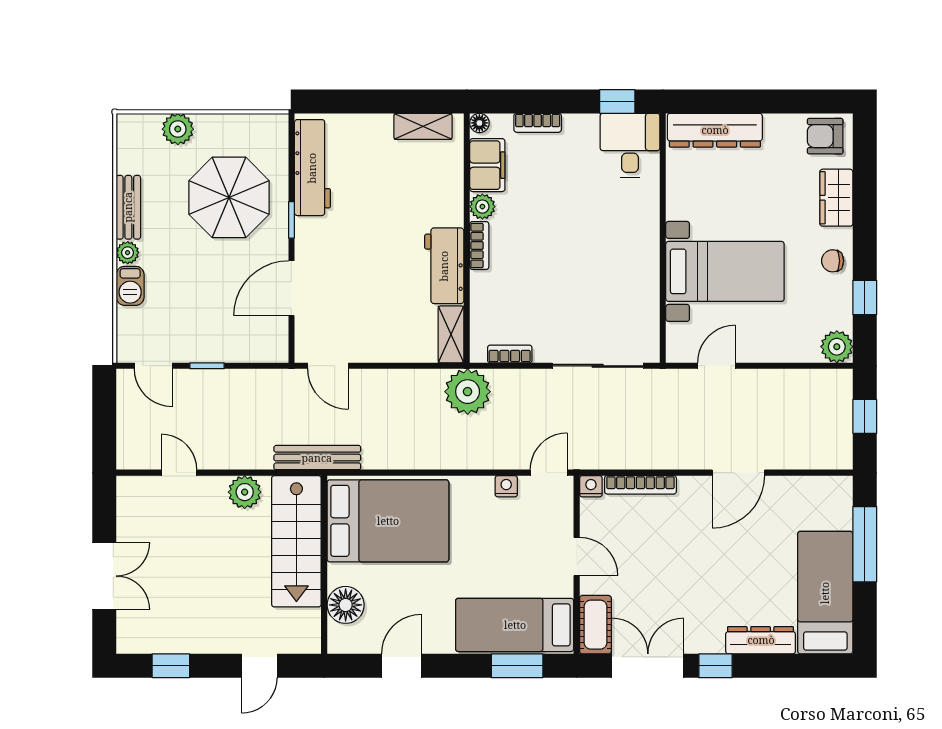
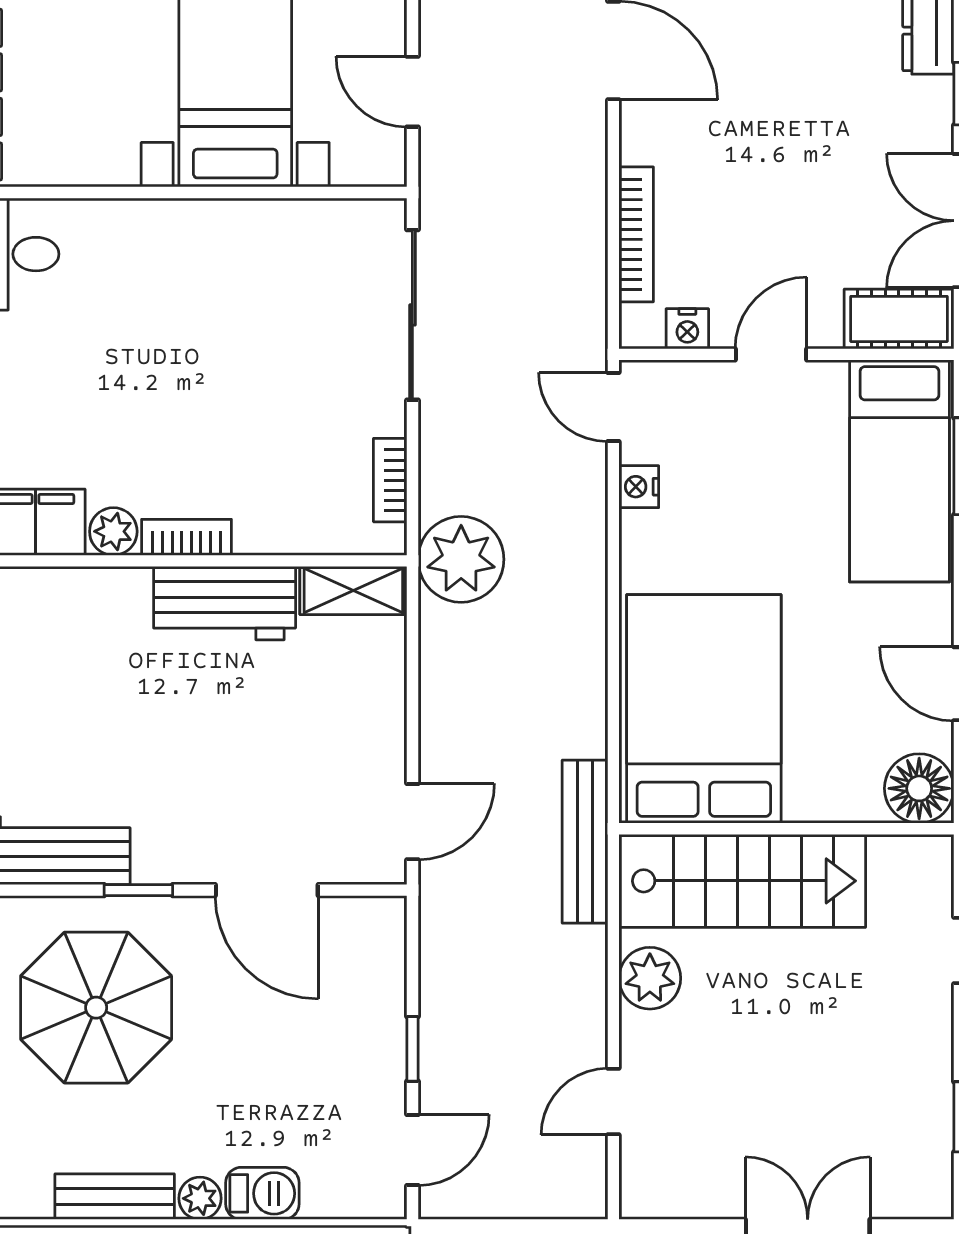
nightstand: (591, 486) -> (687, 329), moved, turned -90
floor lamp: (346, 605) -> (919, 788), moved

